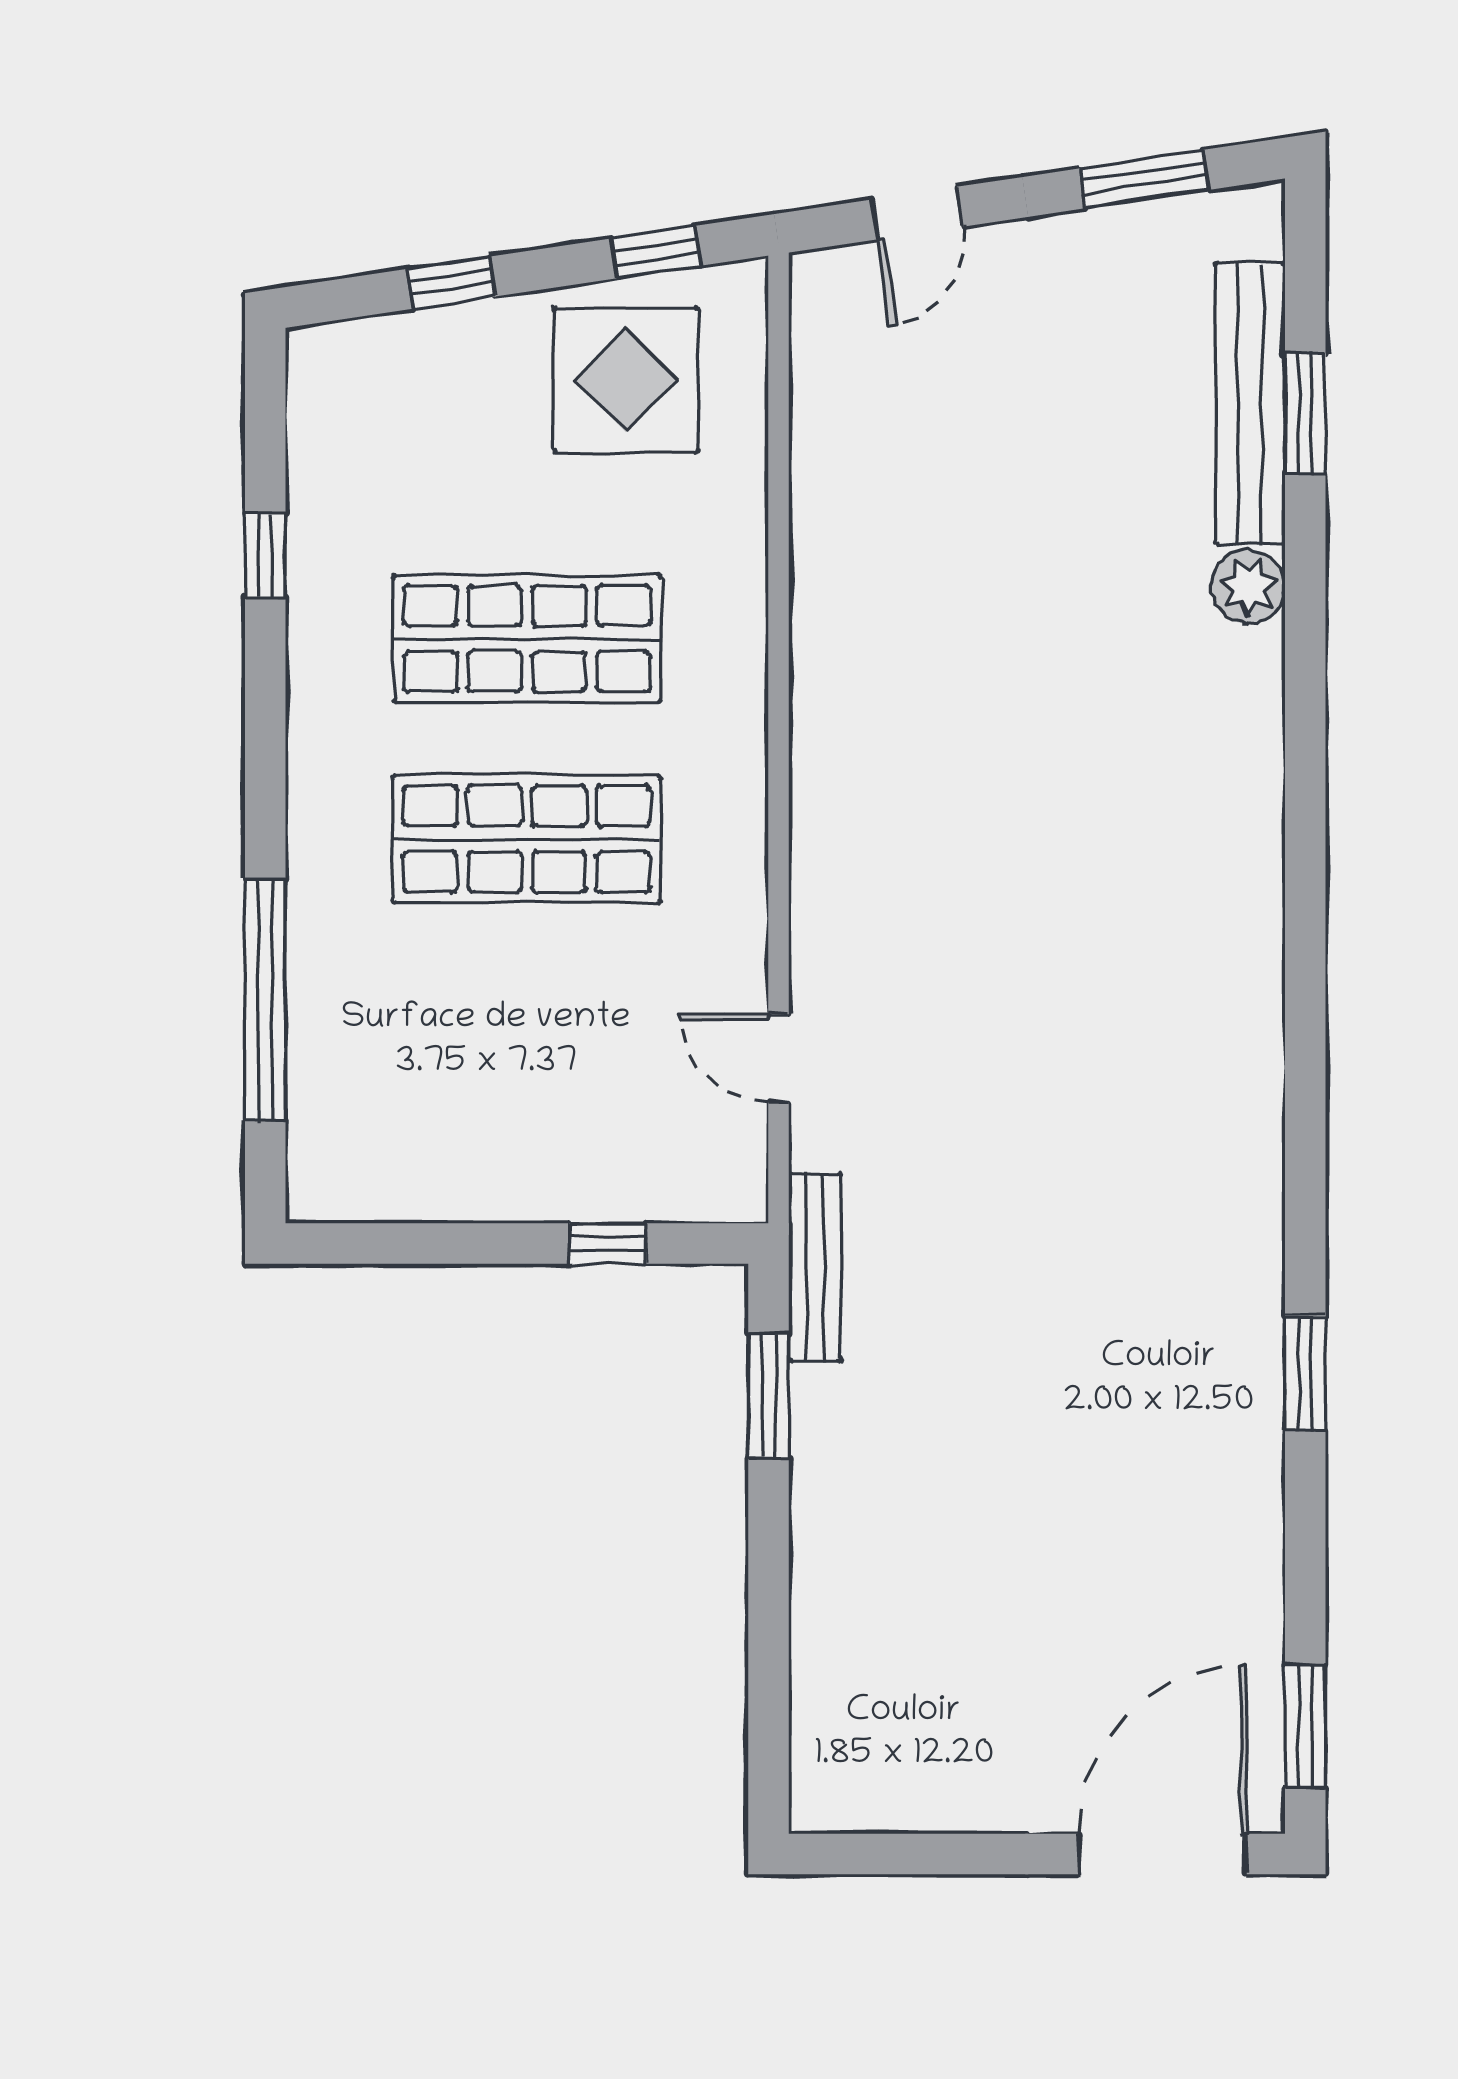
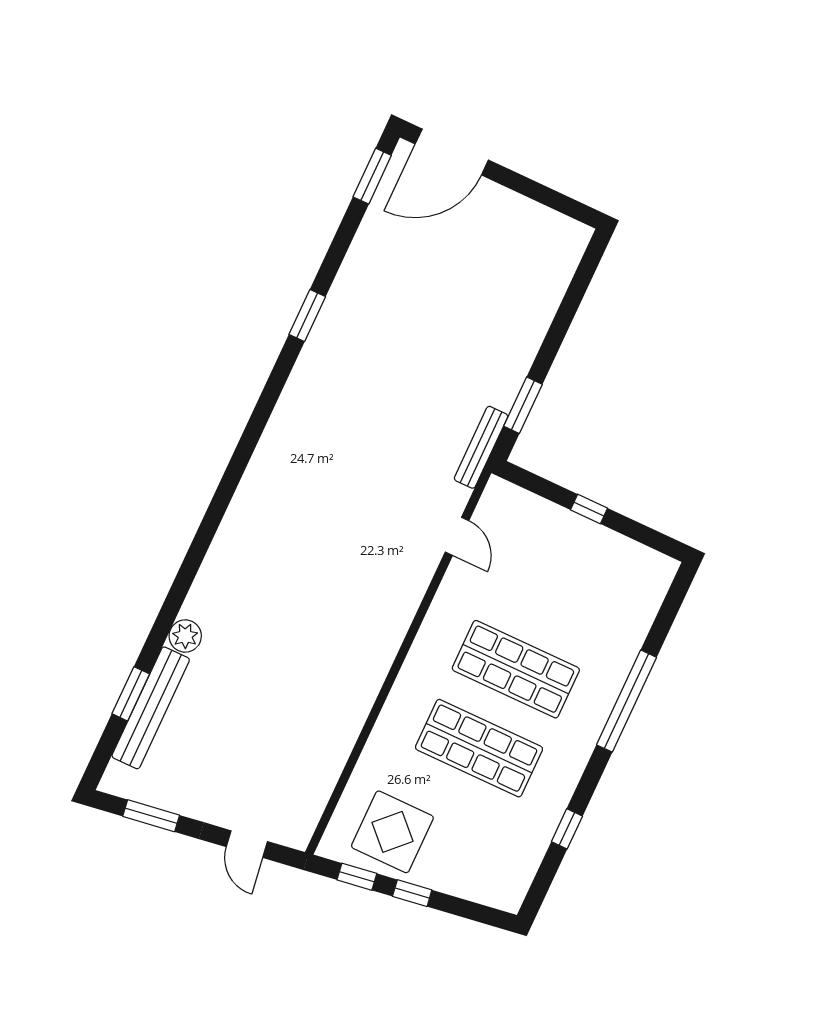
door: (917, 213) -> (247, 844), swing flipped
window: (452, 283) -> (412, 893), moved
window: (265, 1001) -> (627, 701), moved
window: (608, 1244) -> (589, 509), moved

